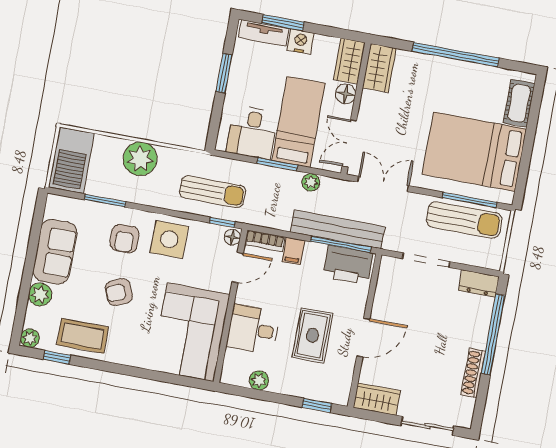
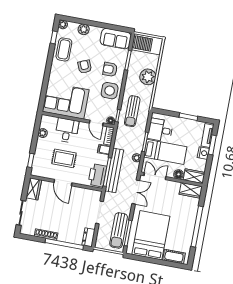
sofa: (55, 252) -> (116, 39), moved

